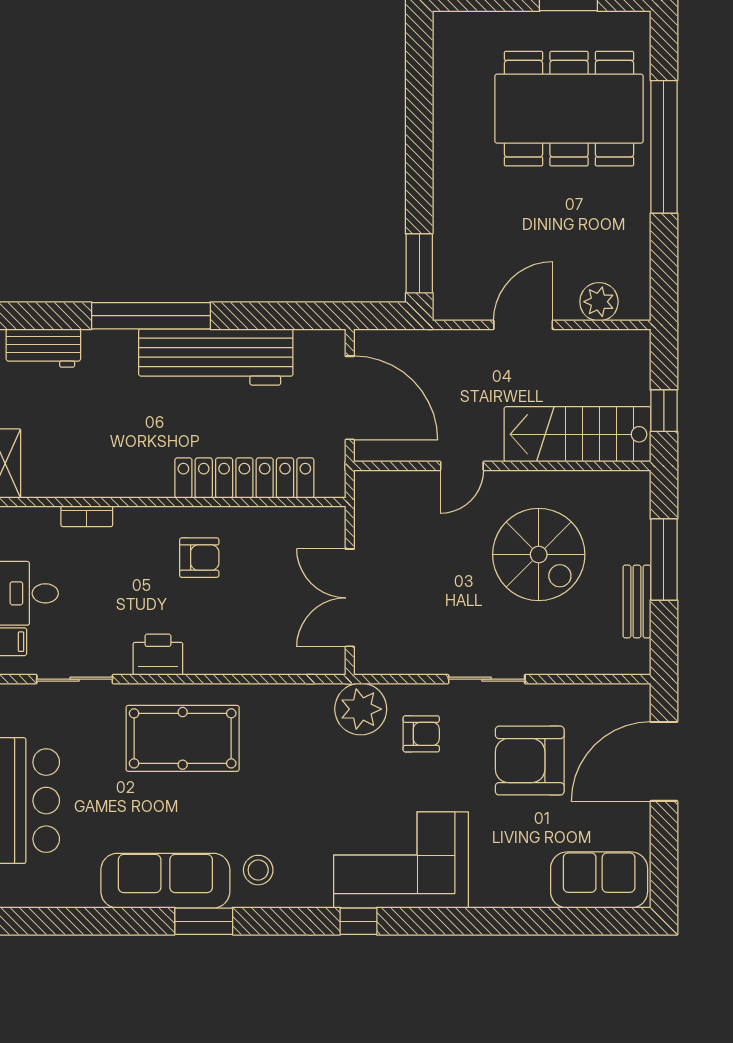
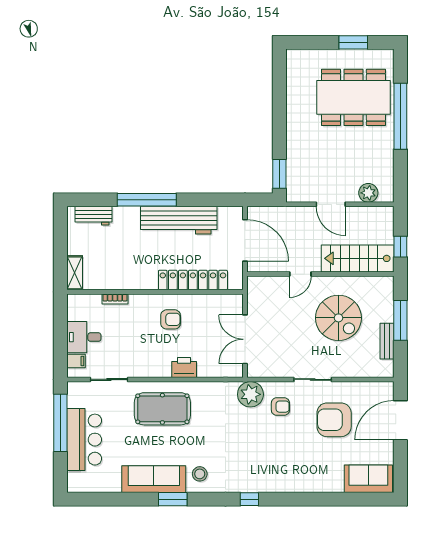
door: (523, 325) -> (331, 204), swing flipped
printer: (158, 655) -> (184, 367), moved
corner sofa: (401, 860) -> (270, 469), removed

